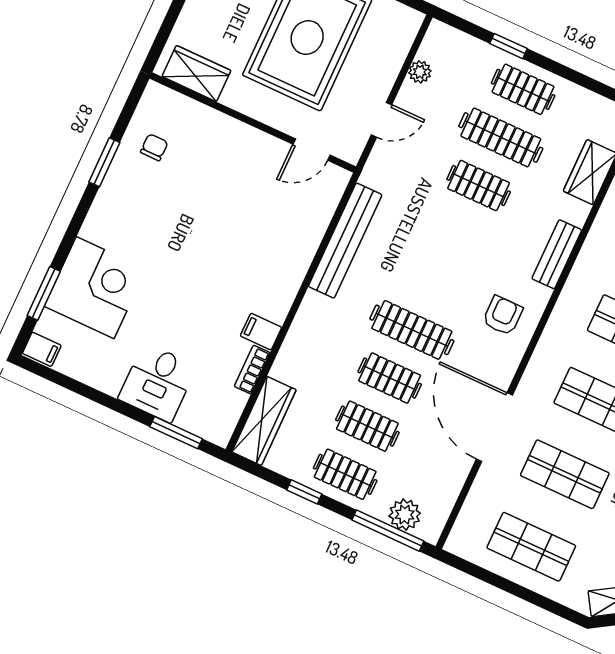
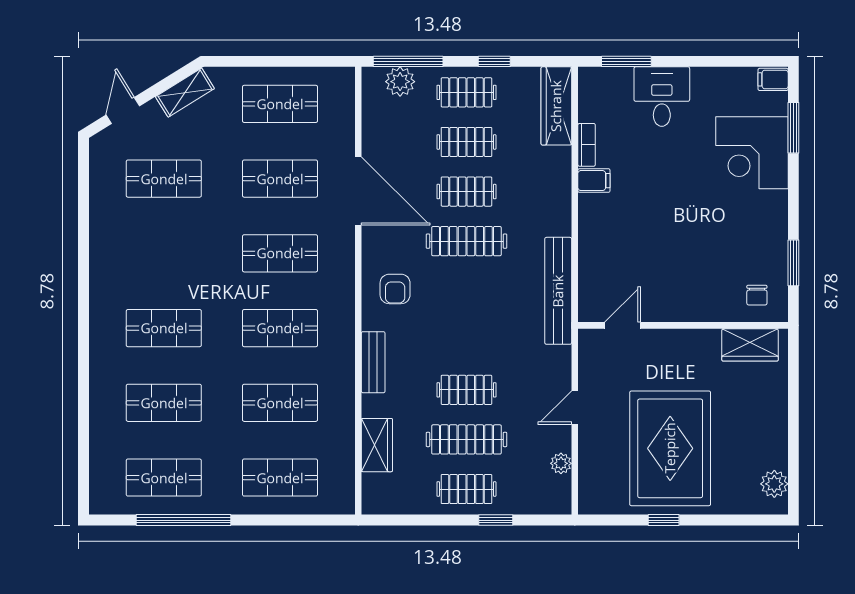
wardrobe: (196, 73) -> (750, 345), moved
wall: (253, 122) -> (683, 325), moved
door: (312, 150) -> (622, 325), moved

